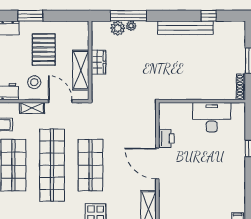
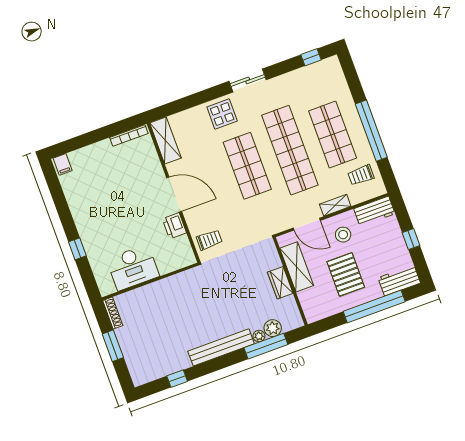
window: (30, 16) -> (374, 307), width x2.11
bench: (186, 28) -> (221, 347), moved
trolley: (143, 117) -> (209, 240), added

